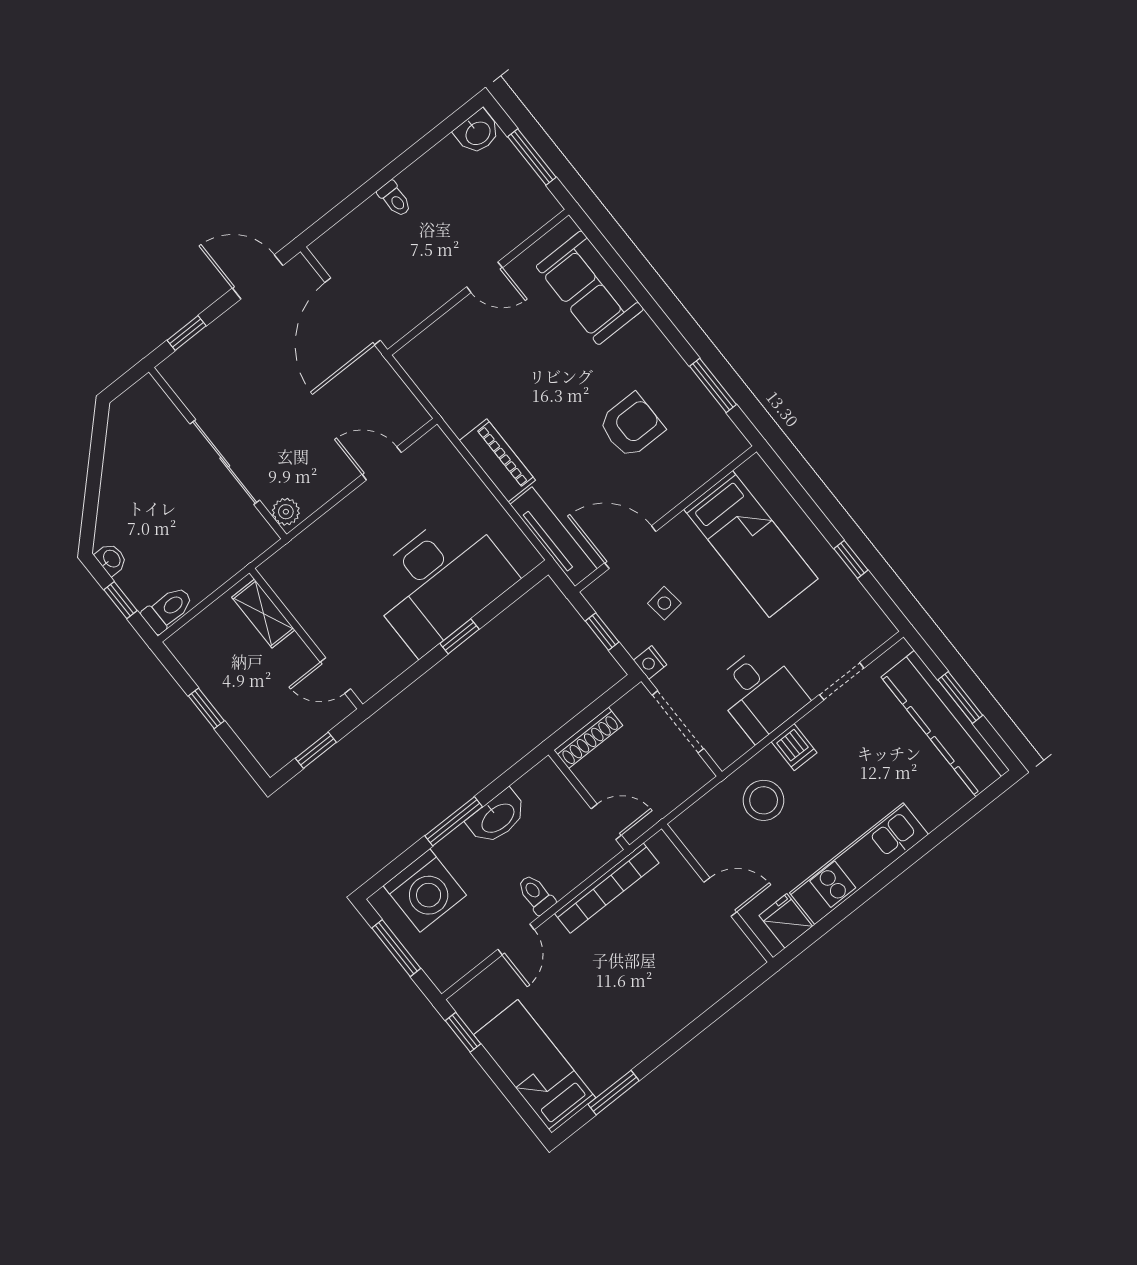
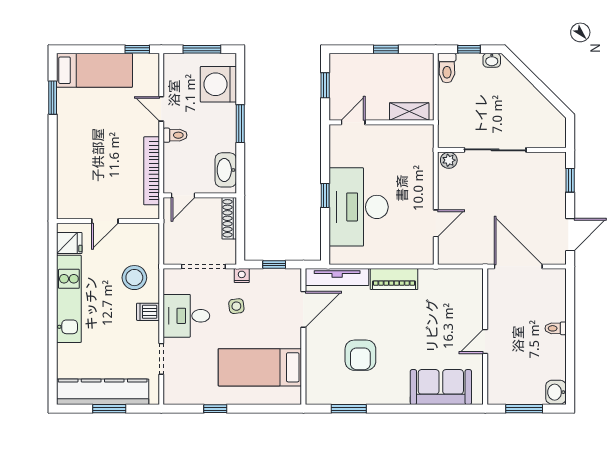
side table: (664, 603) -> (236, 306), moved
washbasin: (497, 817) -> (226, 170), moved

